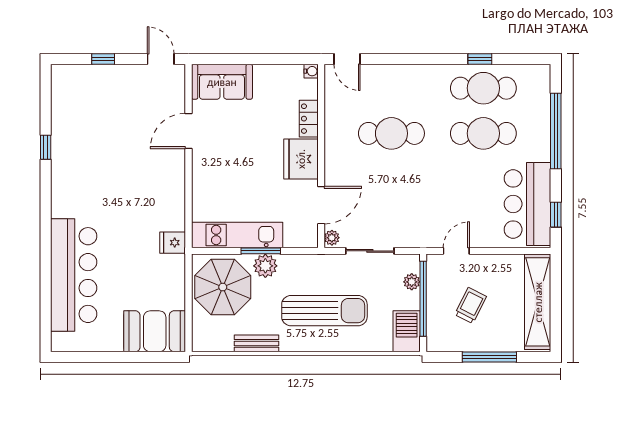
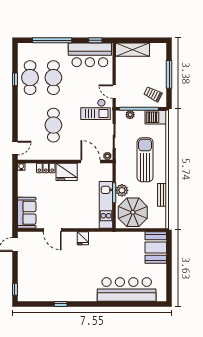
window: (103, 59) -> (15, 289), moved
checkout: (422, 215) -> (96, 109), added
fridge: (173, 243) -> (83, 238), moved
shelving: (538, 302) -> (133, 50), width x0.68
trolley: (471, 305) -> (153, 94), moved

